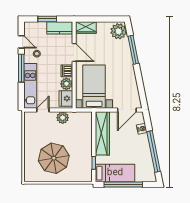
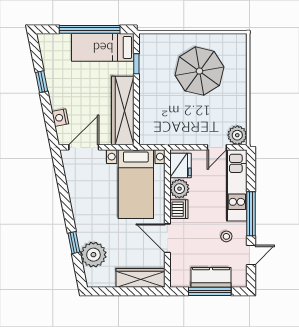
window: (47, 19) -> (210, 291), width x1.44
wardrobe: (86, 27) -> (141, 278), width x1.50
kitchen counter: (59, 28) -> (211, 277), moved
plant: (119, 31) -> (93, 255), moved
door: (21, 42) -> (251, 255), swing flipped
window: (133, 50) -> (74, 243), width x0.46
plant: (63, 118) -> (237, 135), moved
window: (154, 151) -> (42, 82), width x0.32

